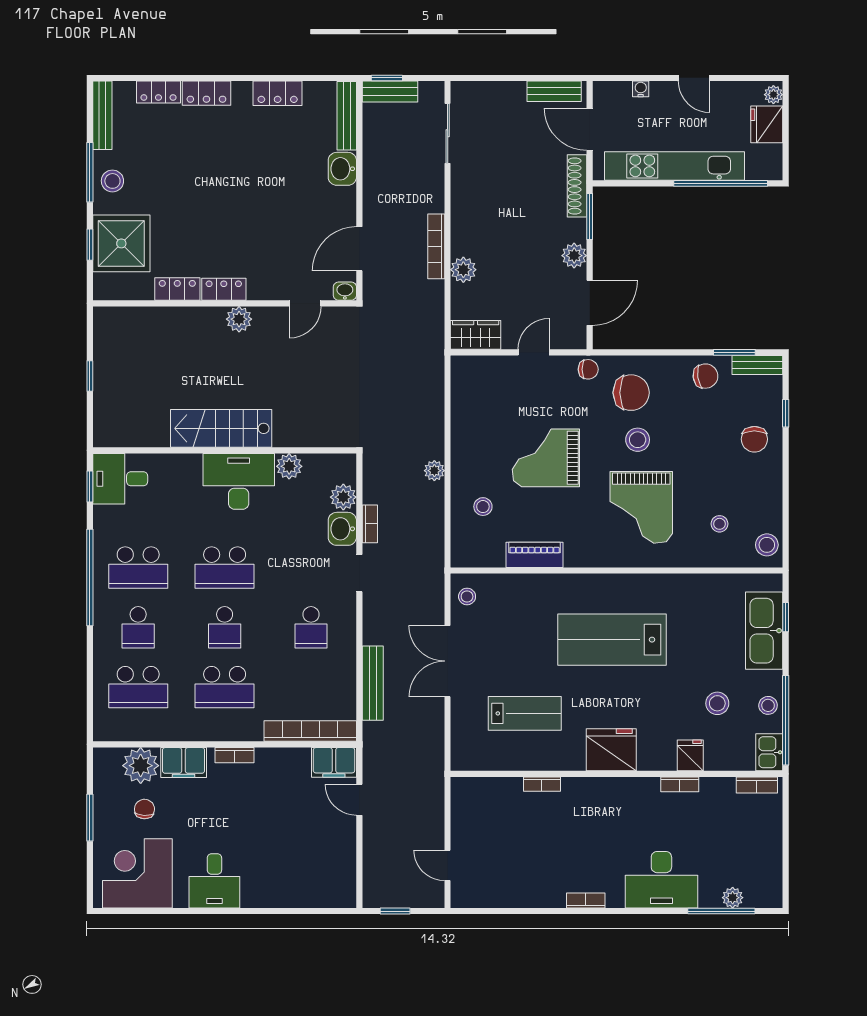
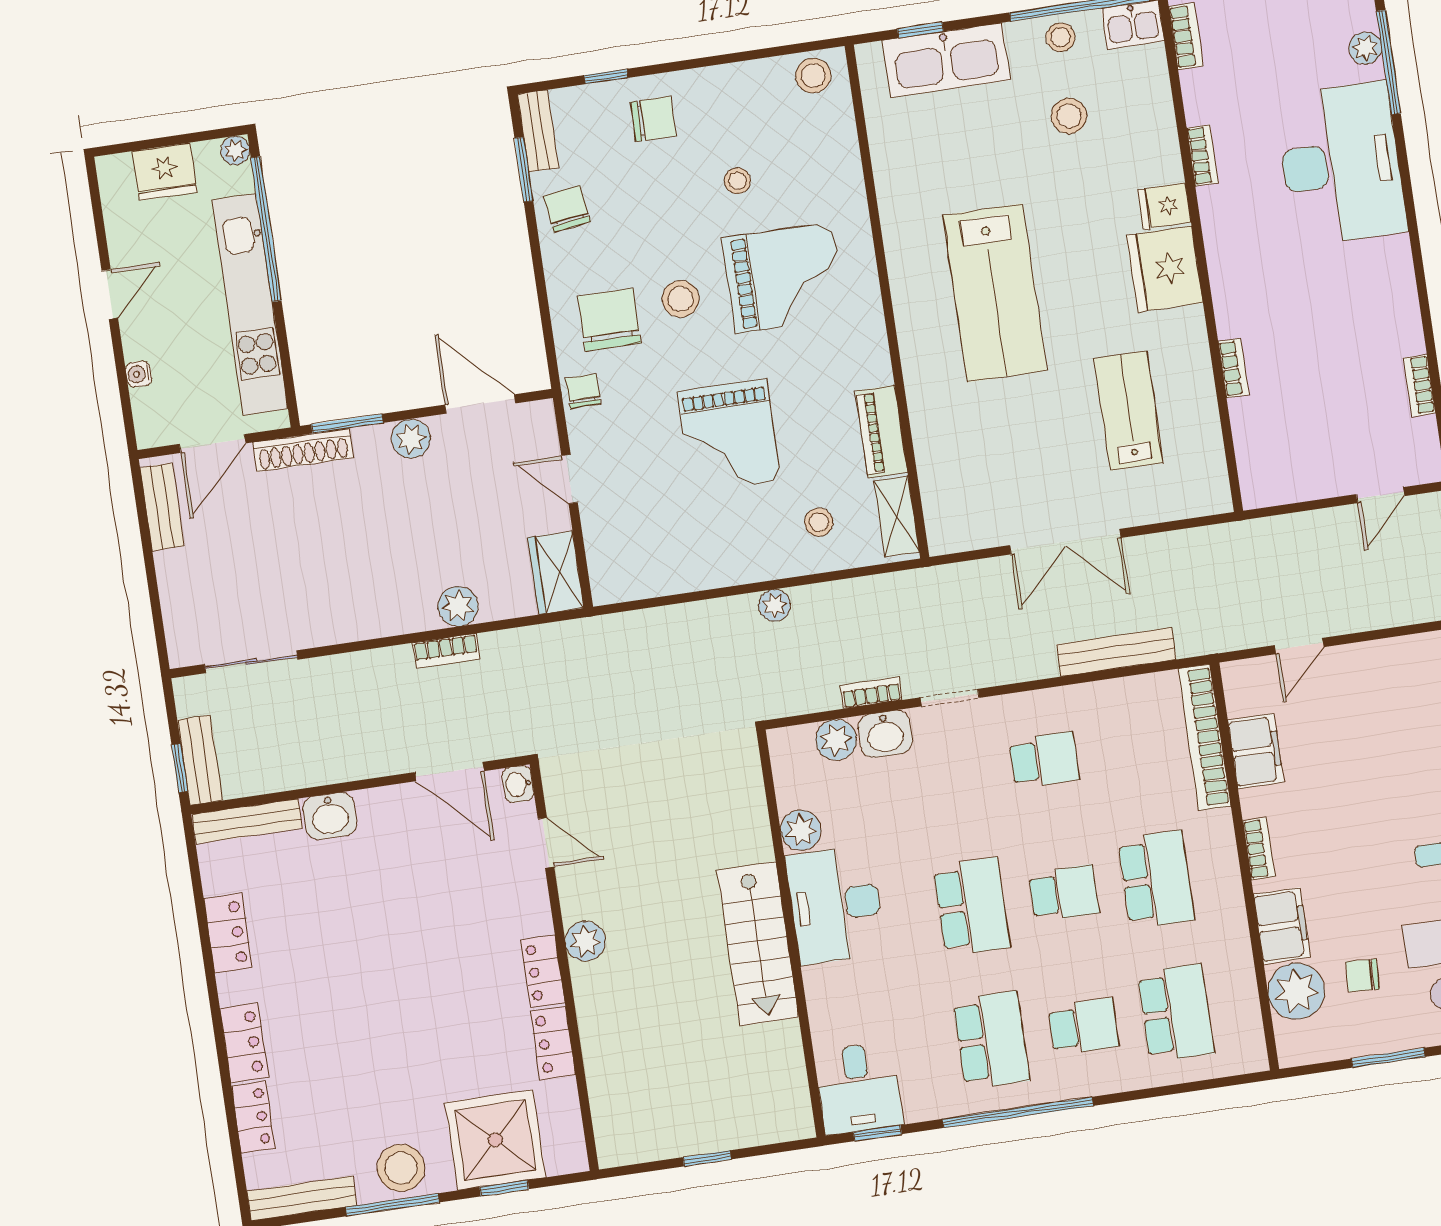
plant: (773, 95) -> (235, 151), moved
stool: (112, 181) -> (401, 1168), width x1.38, depth x1.38
bookcase: (436, 246) -> (446, 651), width x0.64
stool: (719, 524) -> (737, 181), moved
shelving: (479, 556) -> (896, 516), added
stool: (467, 596) -> (961, 526), removed
fridge: (690, 755) -> (1164, 206), moved
filing cabinet: (334, 762) -> (1256, 751), moved
desk: (661, 880) -> (1341, 164), width x1.36, depth x1.30
bookcase: (586, 900) -> (1419, 385), moved

